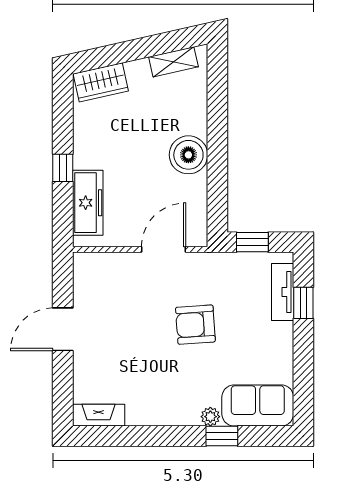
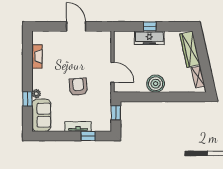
wardrobe: (101, 82) -> (190, 49), width x1.50
freezer: (88, 203) -> (149, 38), moved
tv unit: (283, 292) -> (78, 127), moved
fireplace: (99, 415) -> (37, 56), moved

